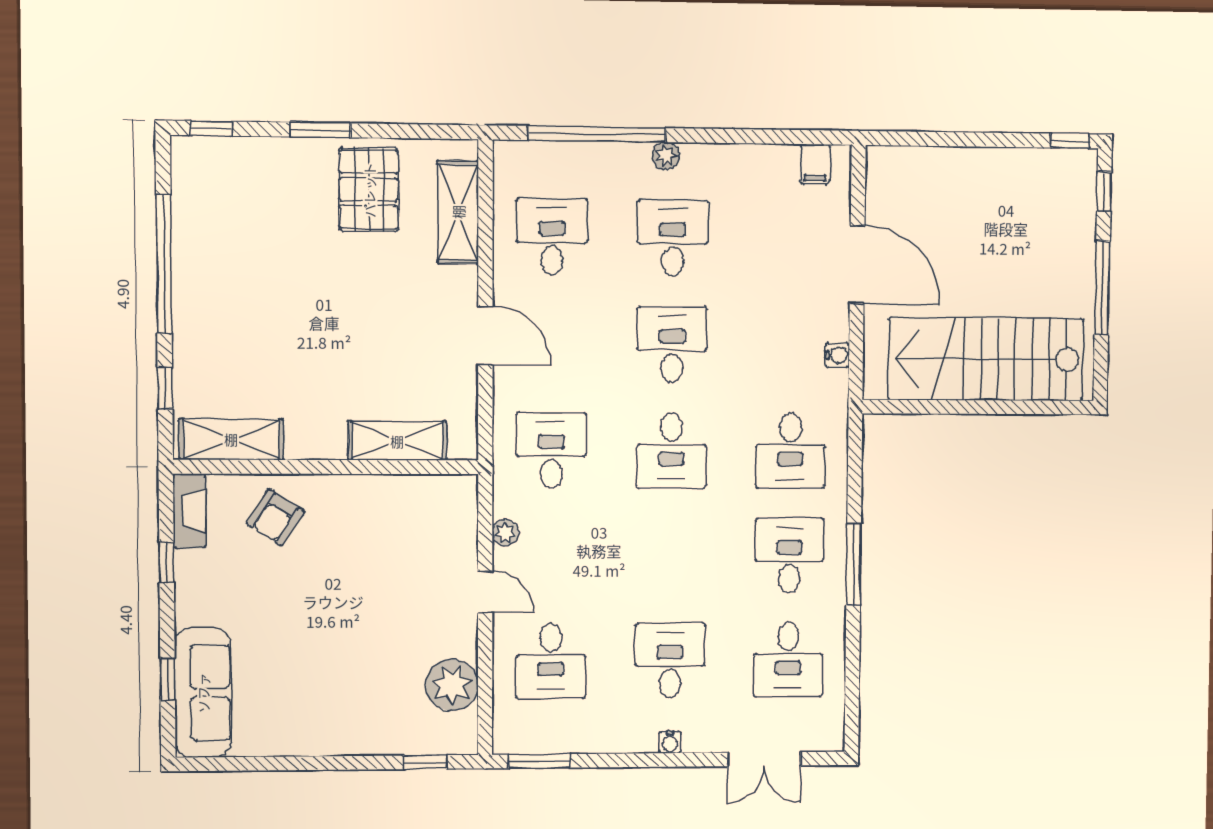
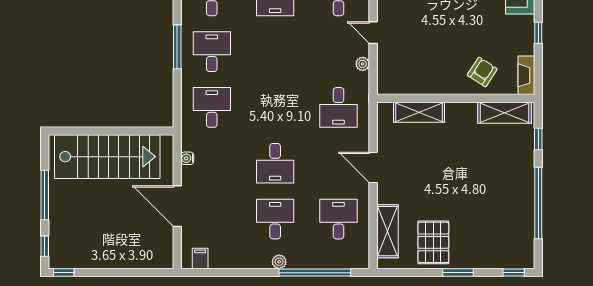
desk: (552, 237) -> (339, 219), turned 180
desk: (673, 238) -> (275, 219), turned 180
desk: (671, 450) -> (275, 107), removed
desk: (789, 556) -> (212, 52), turned 180
window: (167, 562) -> (538, 33), moved

